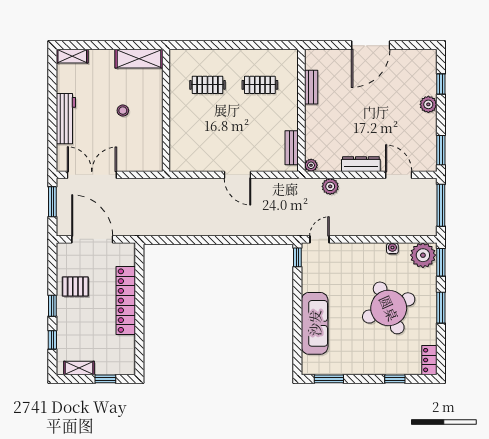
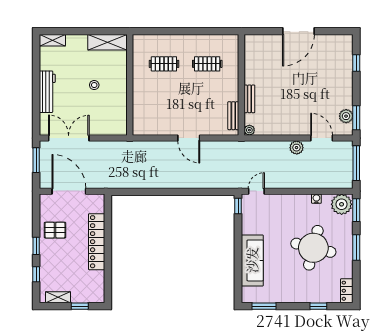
bench: (311, 87) -> (249, 99), moved
plant: (428, 104) -> (346, 116), moved
dresser: (361, 164) -> (290, 129), removed
plant: (330, 186) -> (297, 148), moved
round table: (389, 308) -> (313, 248), turned 38

